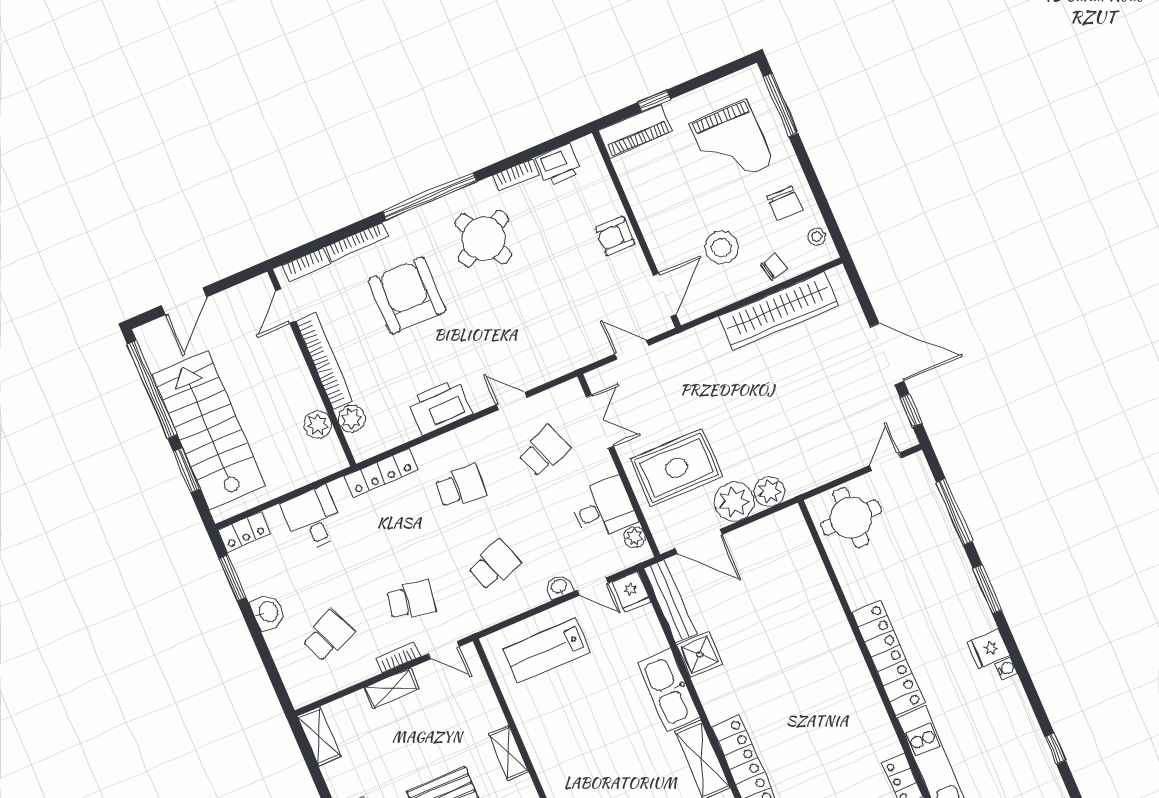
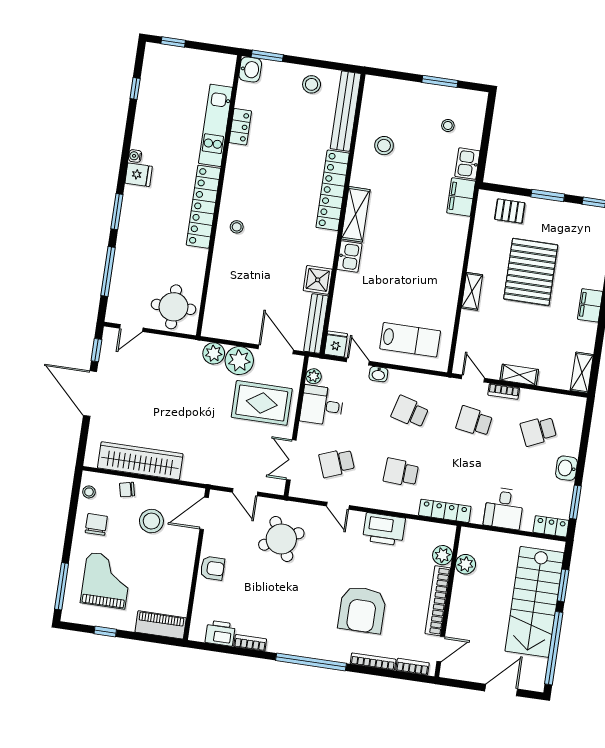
window: (654, 101) -> (105, 632), moved
round table: (483, 239) -> (281, 539), moved
school desk: (494, 565) -> (410, 412), turned 33
stool: (834, 658) -> (237, 227), added
kitchen sink: (669, 690) -> (349, 257), width x0.53, depth x0.81

